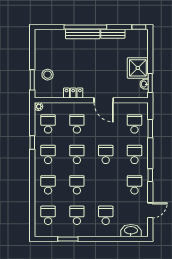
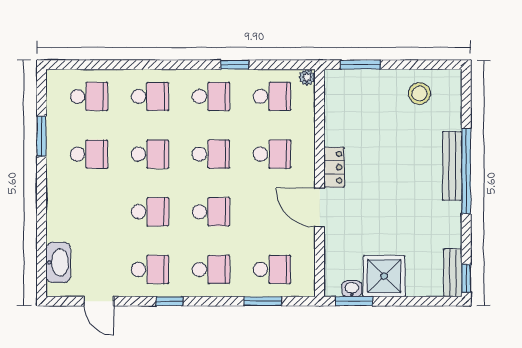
bench: (113, 34) -> (453, 273), moved
stool: (48, 75) -> (419, 93), moved
locker: (73, 93) -> (334, 167), moved
door: (104, 100) -> (320, 208), hinge flipped
school desk: (106, 215) -> (150, 212), moved

